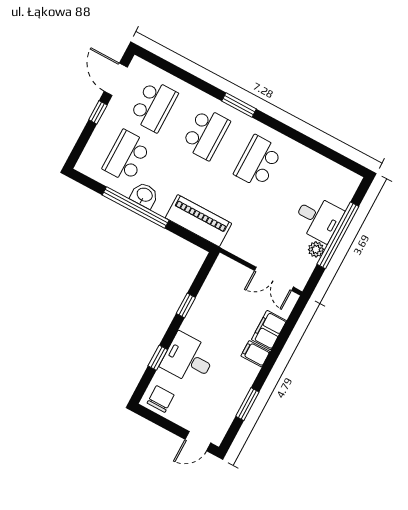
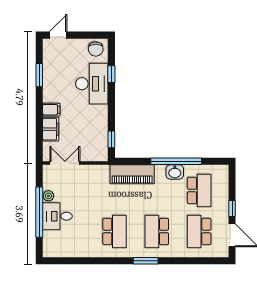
window: (186, 305) -> (111, 139), moved
desk: (188, 359) -> (92, 84), width x1.37

